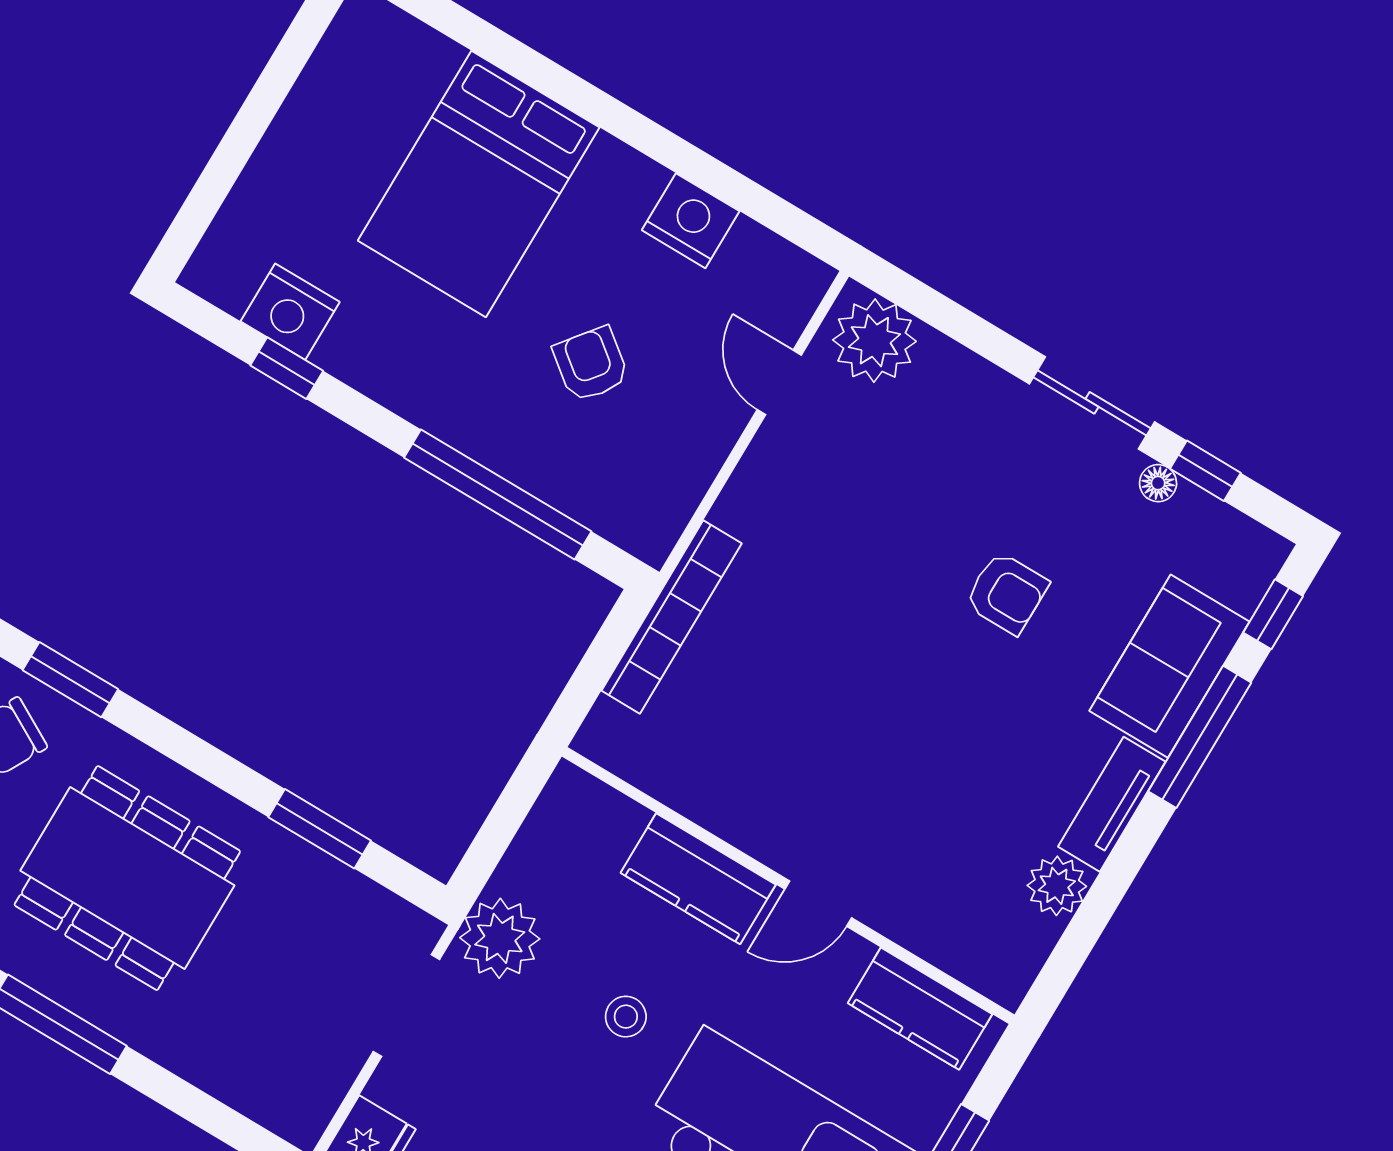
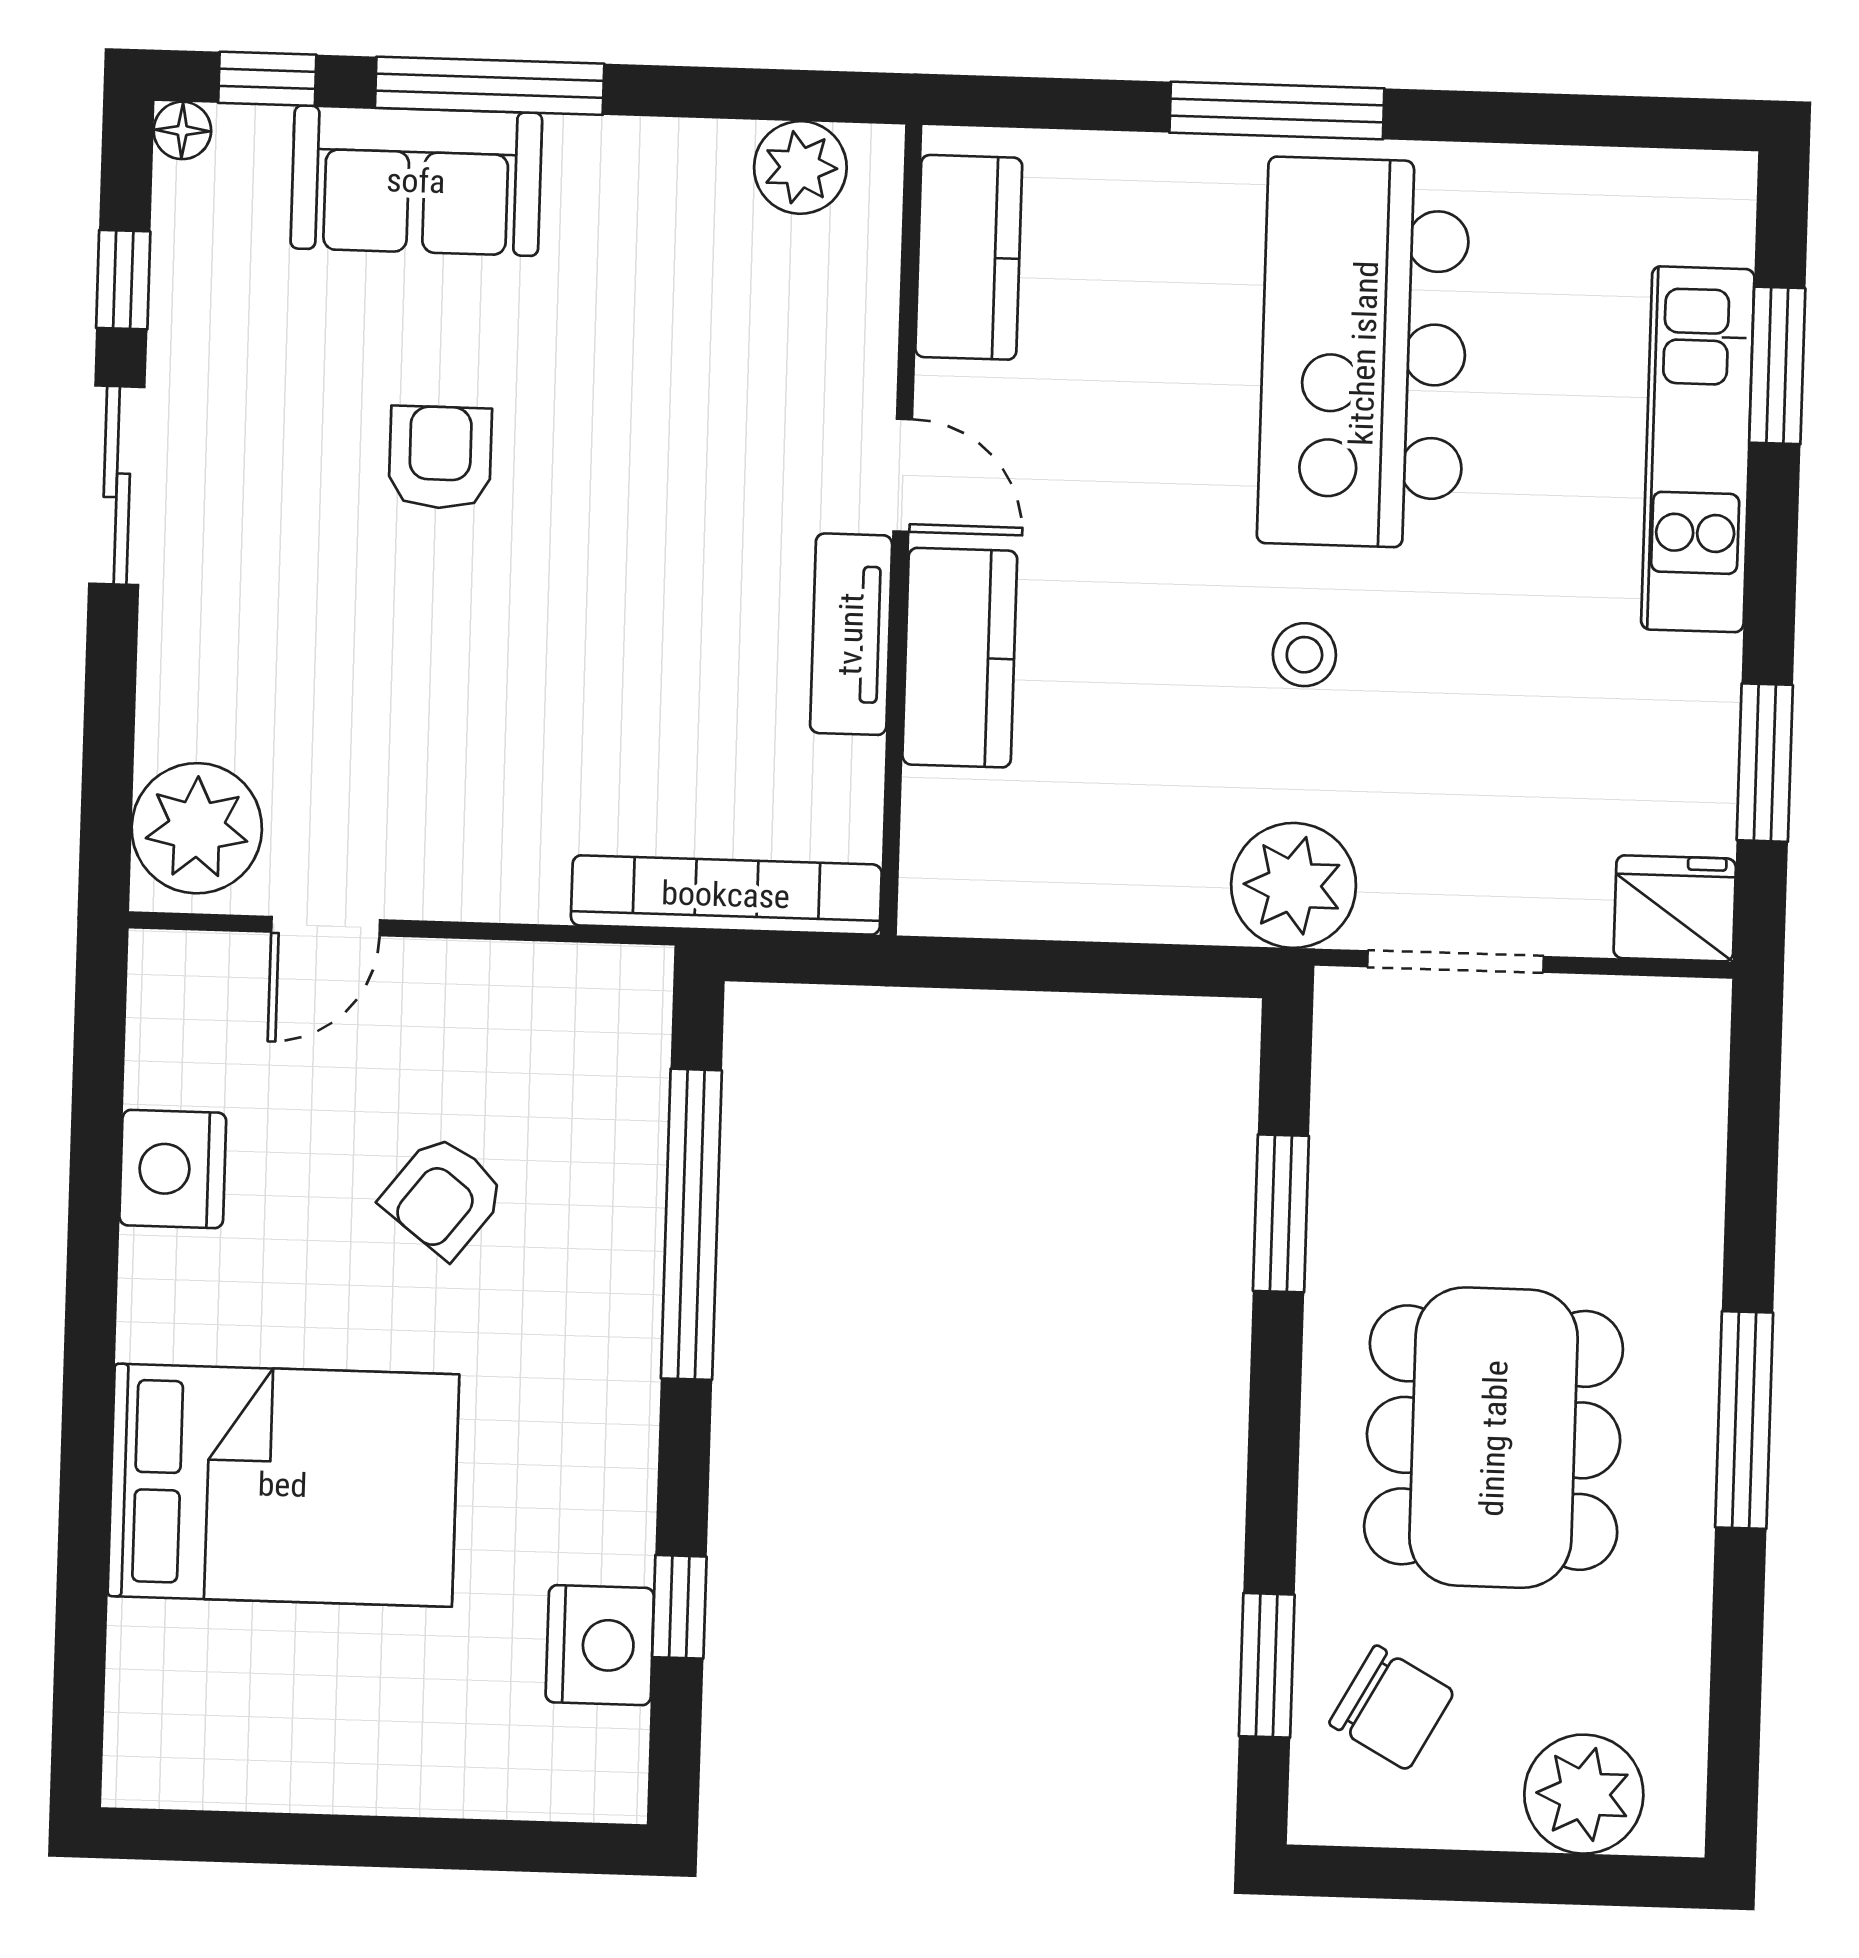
floor lamp: (1158, 483) -> (182, 130), moved
tv unit: (1112, 804) -> (851, 634), moved, turned 90
kitchen counter: (698, 879) -> (960, 658), moved
wall: (788, 886) -> (901, 530), moved
door: (818, 904) -> (903, 475), moved
kitchen counter: (920, 1009) -> (969, 257), moved

